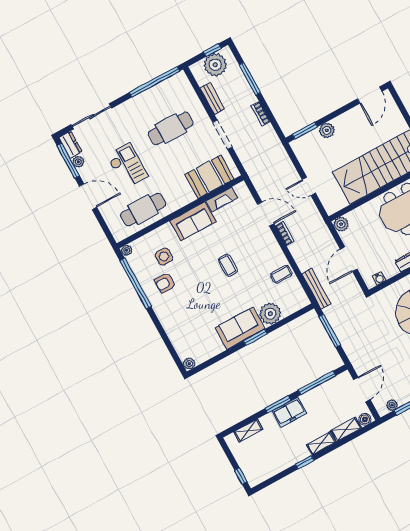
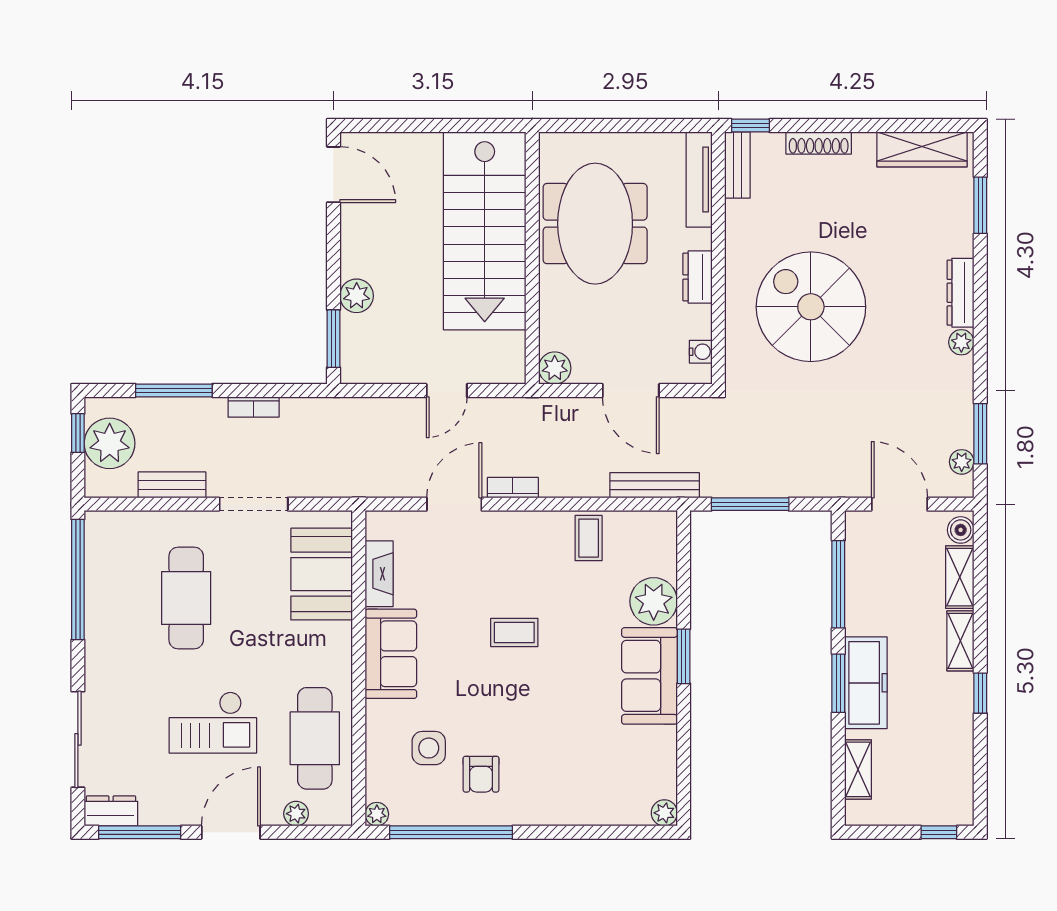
plant: (78, 162) -> (296, 814), moved
checkout: (127, 166) -> (213, 723), turned 180
freezer: (289, 412) -> (866, 683), width x1.40

